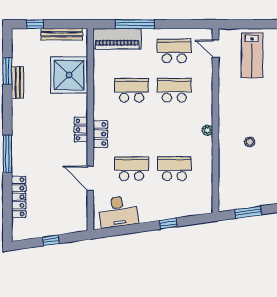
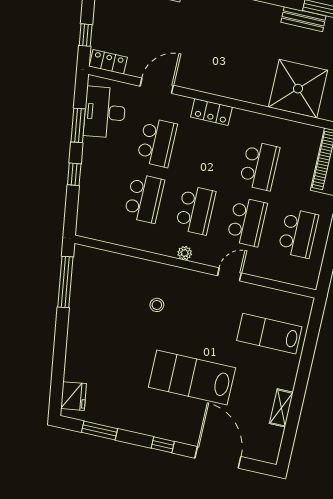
door: (215, 49) -> (229, 274), moved
school desk: (174, 129) -> (196, 210), added
locker: (81, 130) -> (108, 62), moved
window: (248, 212) -> (65, 282), width x1.44
window: (132, 229) -> (78, 125), added
window: (51, 240) -> (86, 35), moved

